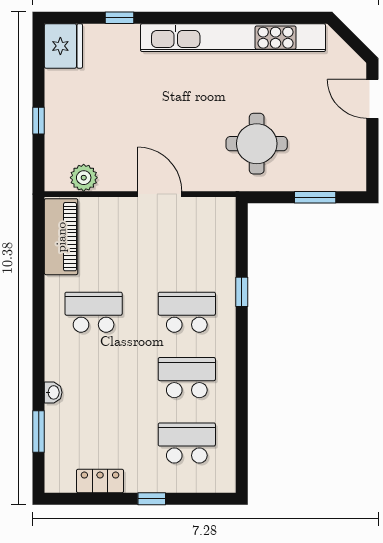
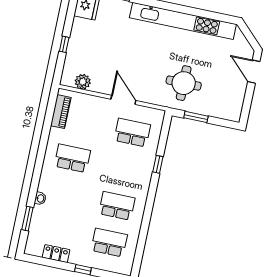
window: (315, 197) -> (196, 117), moved
piano: (61, 237) -> (61, 112), width x0.73, depth x0.75
school desk: (187, 312) -> (132, 133), moved

